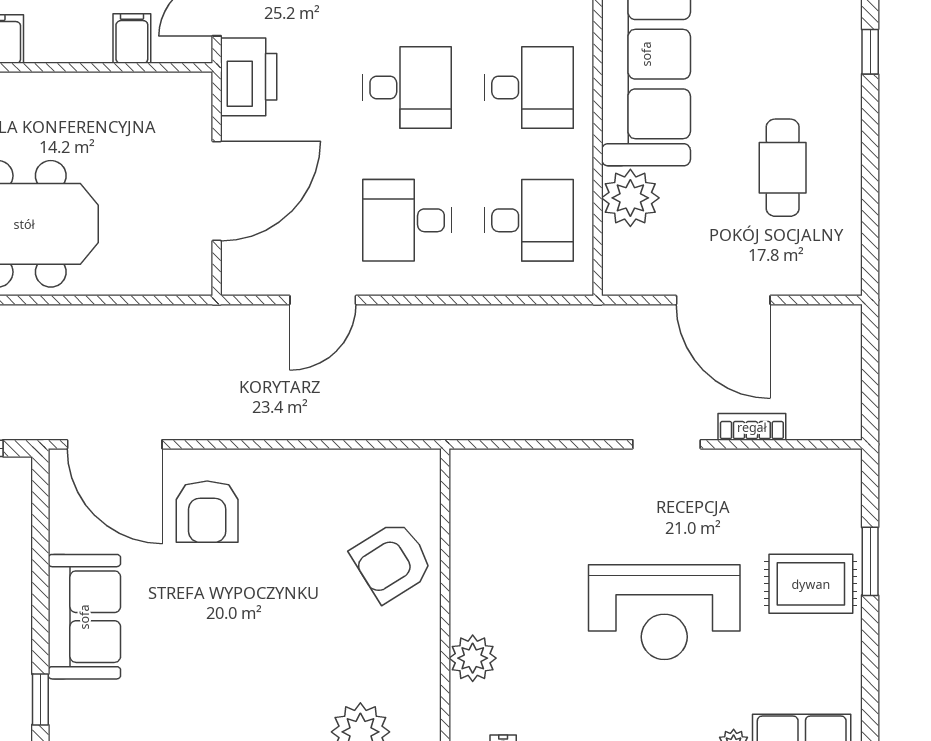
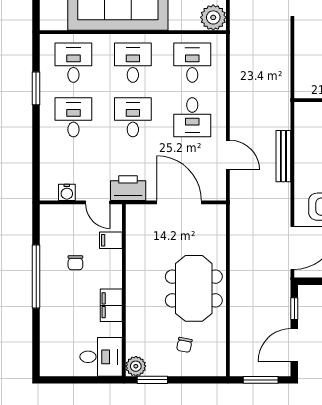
plant: (630, 198) -> (213, 17), moved
bench: (320, 424) -> (283, 156), added

